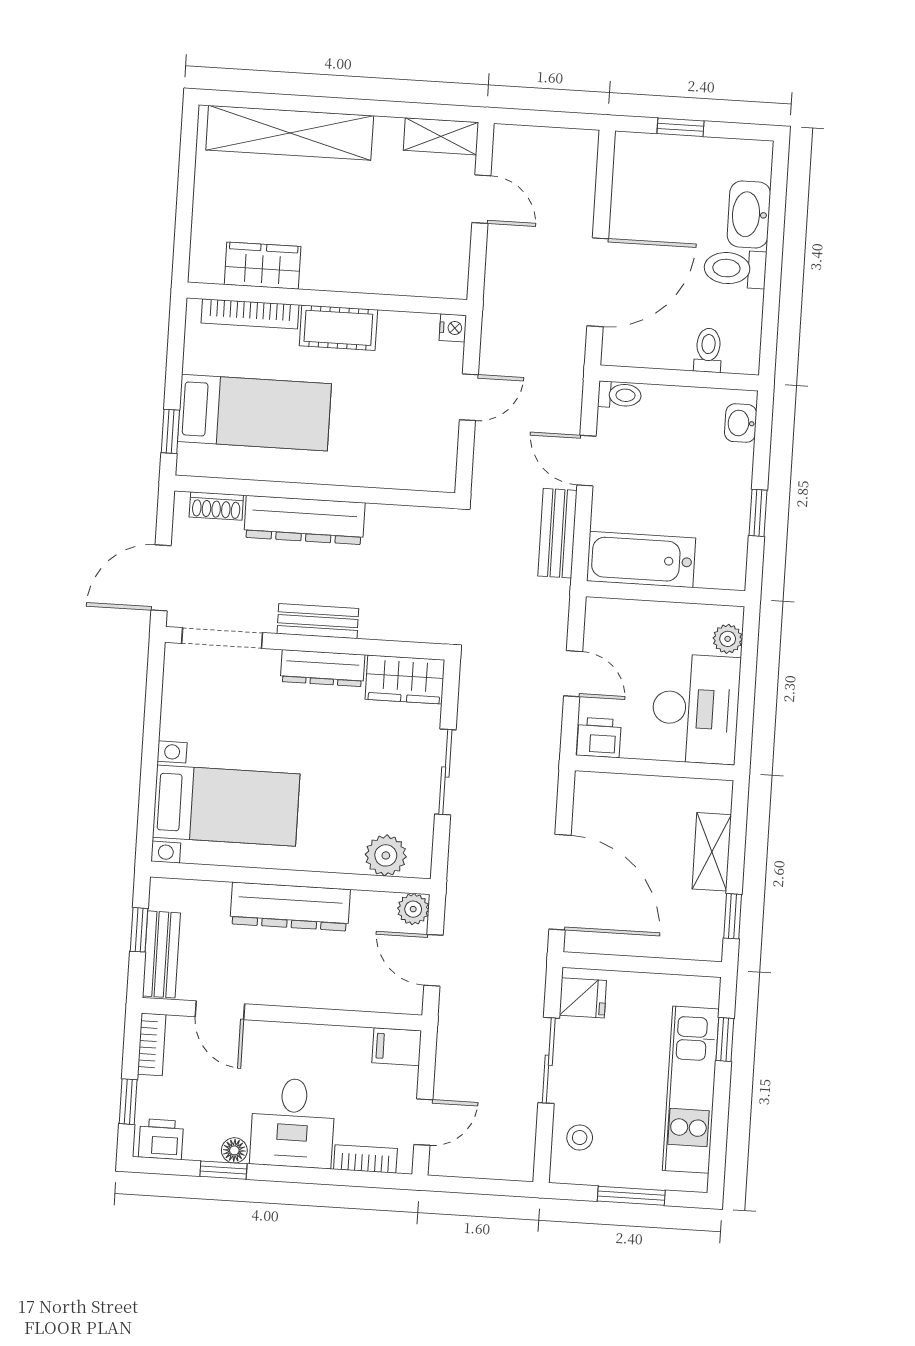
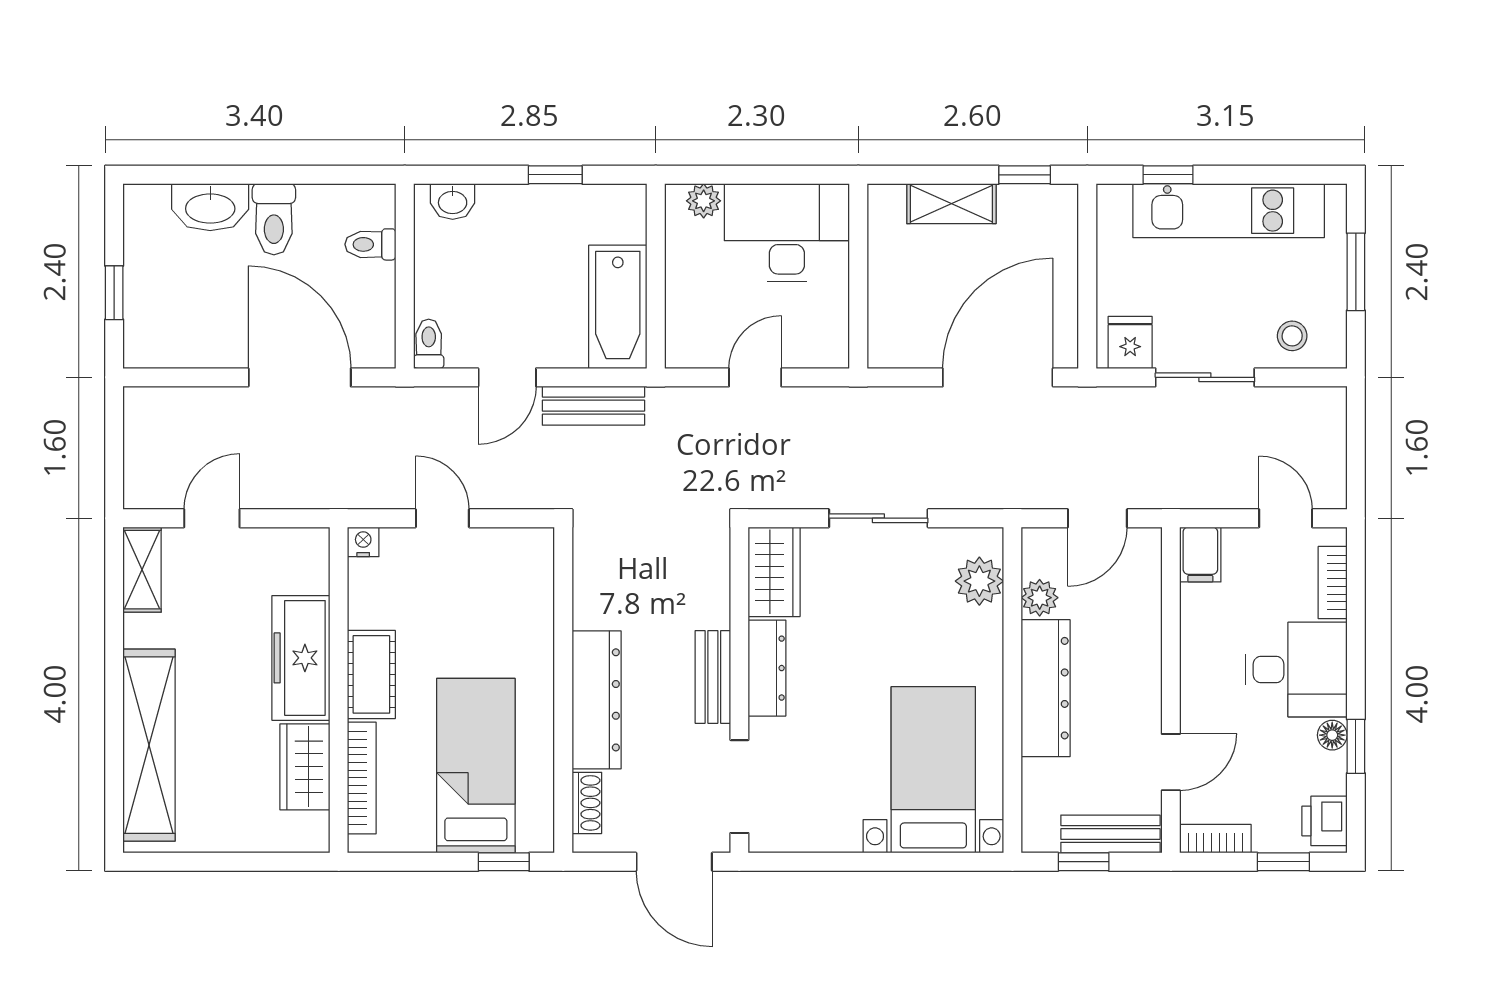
freezer: (356, 268) -> (301, 658), added
printer: (599, 737) -> (827, 343), removed
plant: (413, 909) -> (1040, 598), moved

